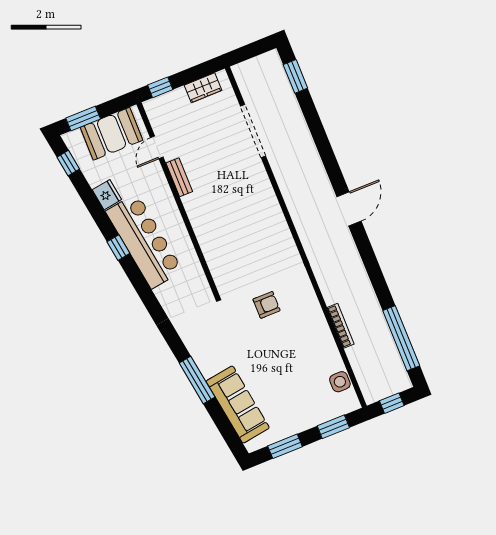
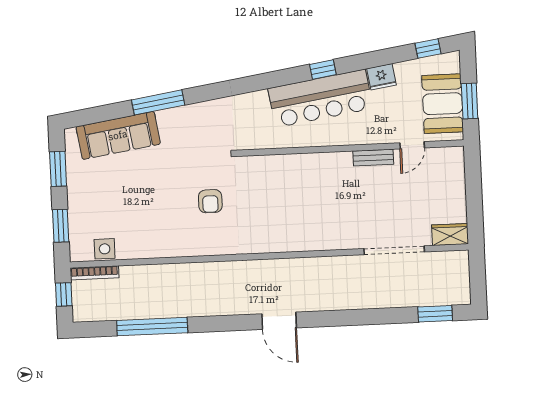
window: (160, 87) -> (473, 171), removed
wardrobe: (203, 88) -> (450, 234), moved, turned 90
window: (83, 118) -> (470, 101), moved
door: (157, 147) -> (412, 145), swing flipped
bookcase: (341, 326) -> (94, 273), moved
window: (401, 338) -> (152, 327), moved

